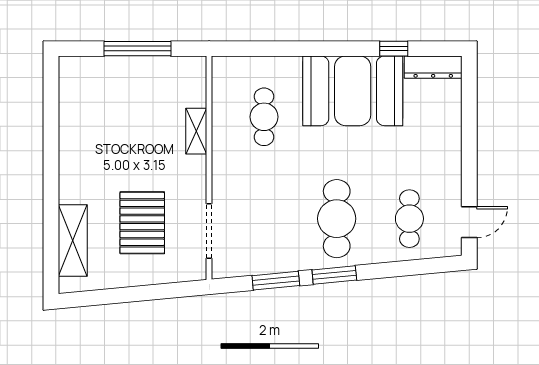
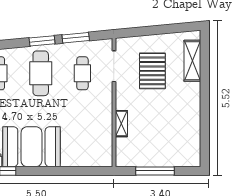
cafe table: (264, 117) -> (82, 73), moved

